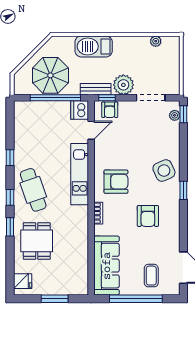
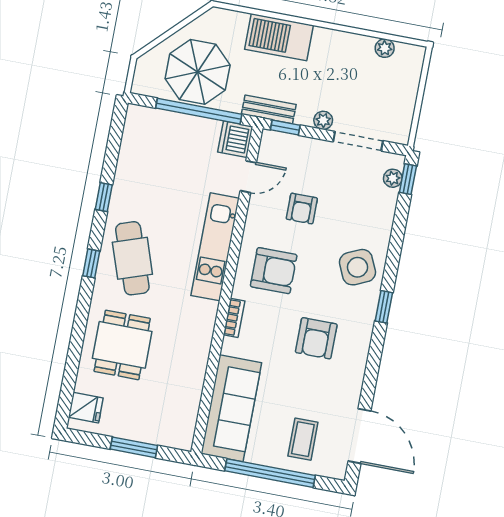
plant: (123, 85) -> (323, 120), width x0.53, depth x0.53
armchair: (110, 110) -> (302, 209), moved
window: (10, 227) -> (82, 313), removed

